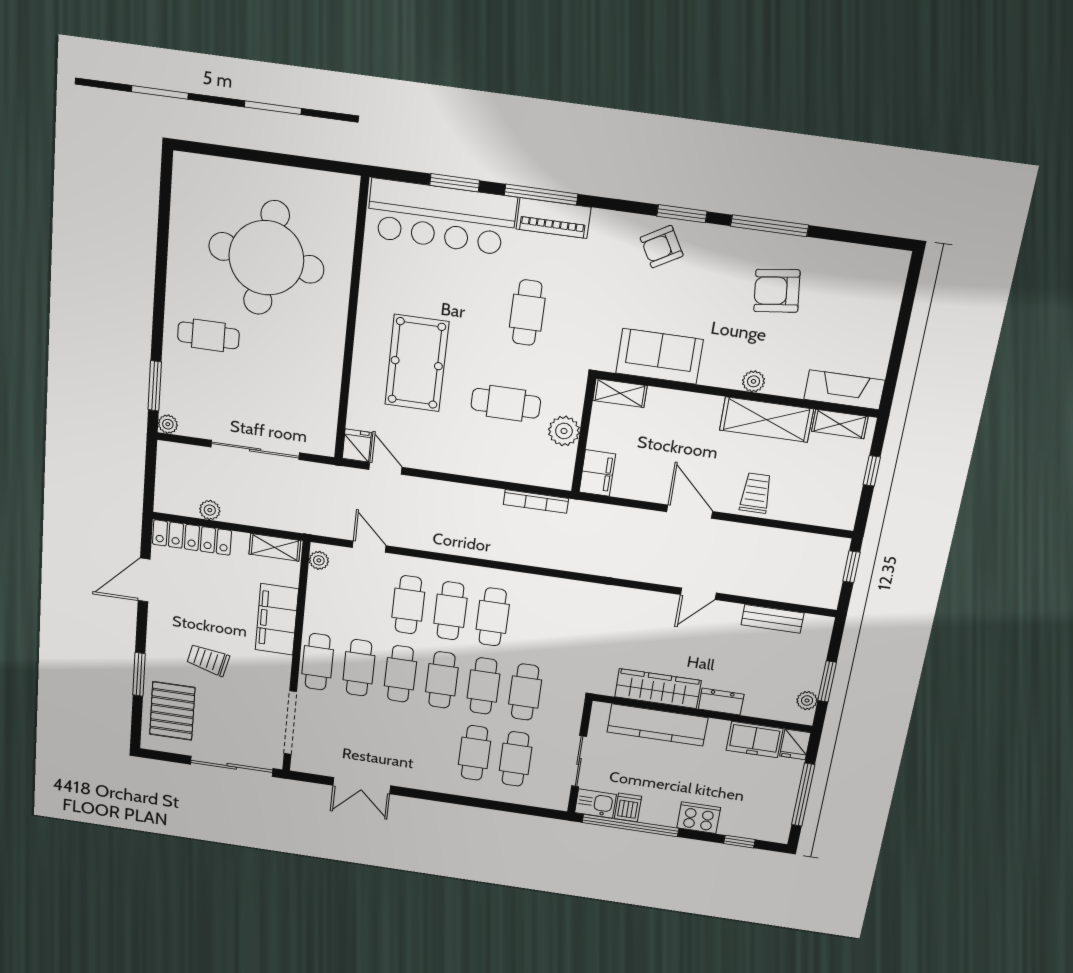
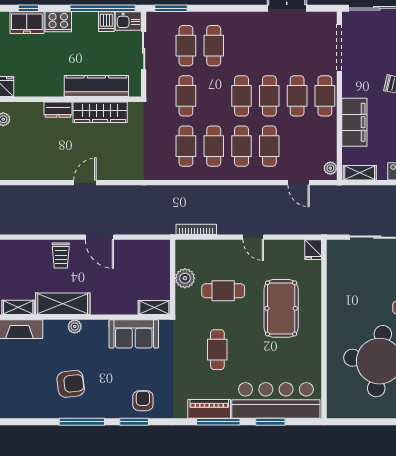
armchair: (662, 247) -> (143, 401), turned -60
door: (386, 468) -> (253, 237), moved
filing cabinet: (597, 473) -> (161, 254), removed
bench: (773, 619) -> (35, 173), removed
cafe table: (483, 686) -> (186, 146), moved
freezer: (755, 740) -> (27, 23), moved, turned 180
window: (530, 811) -> (171, 8), added

